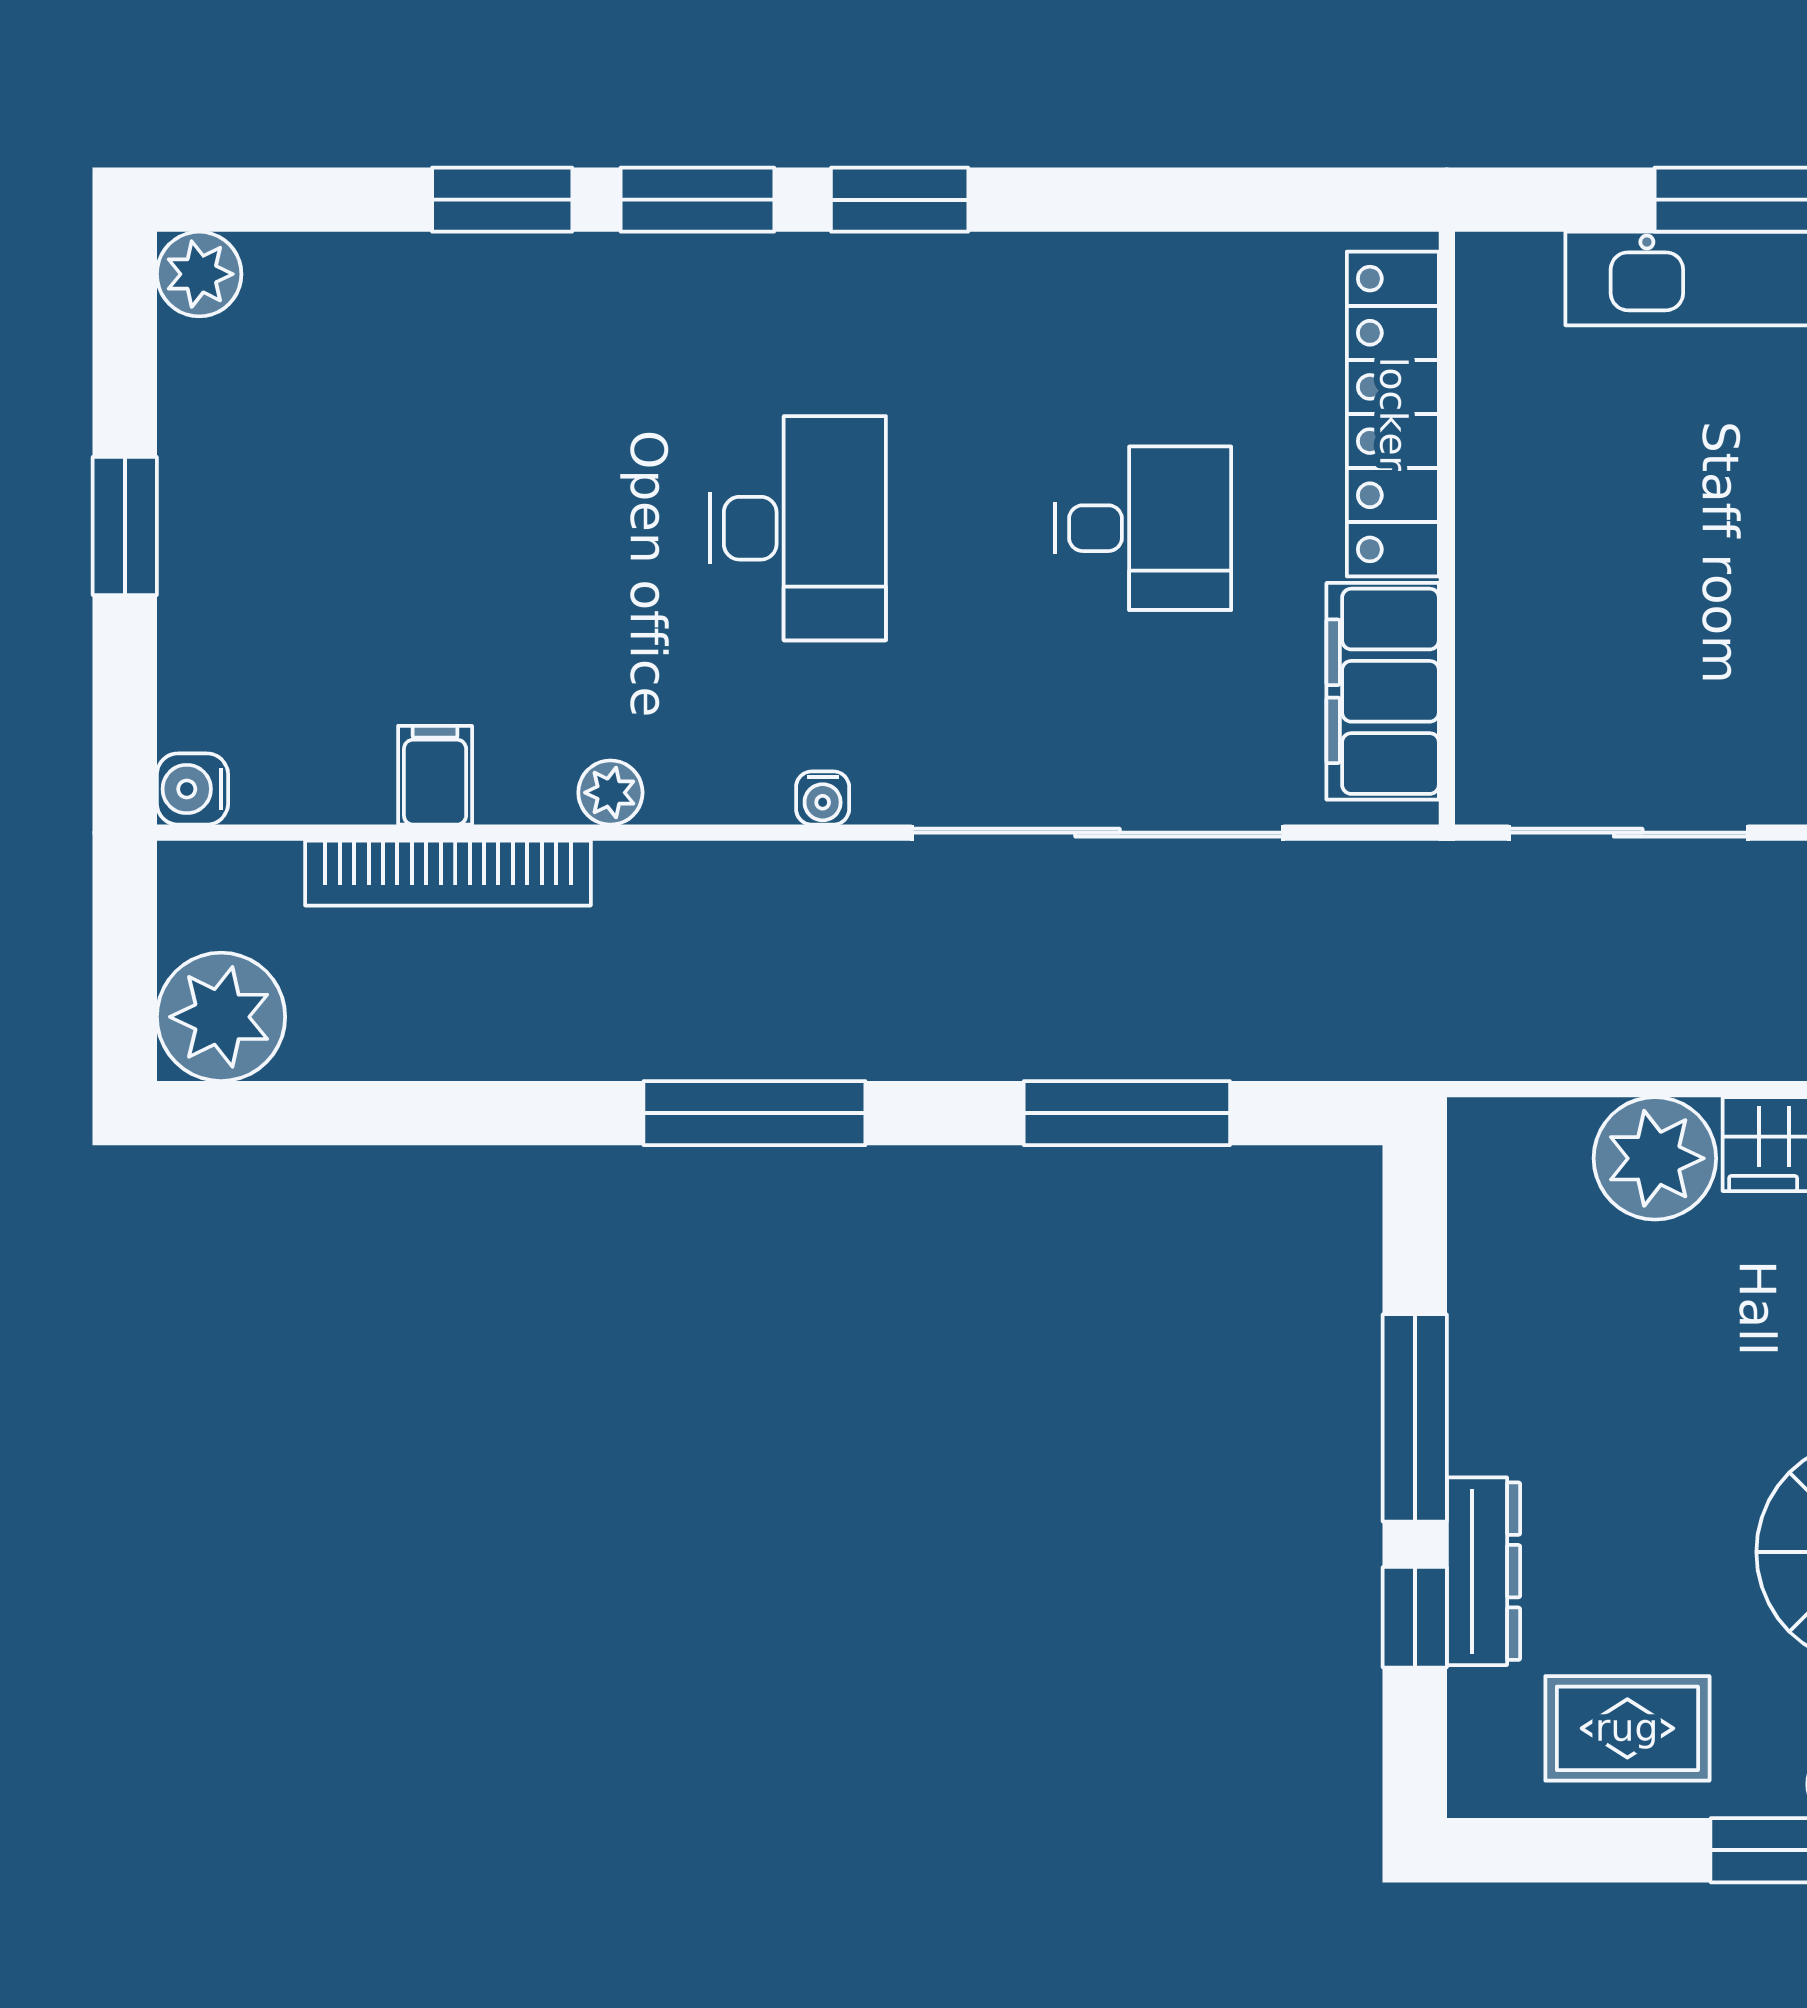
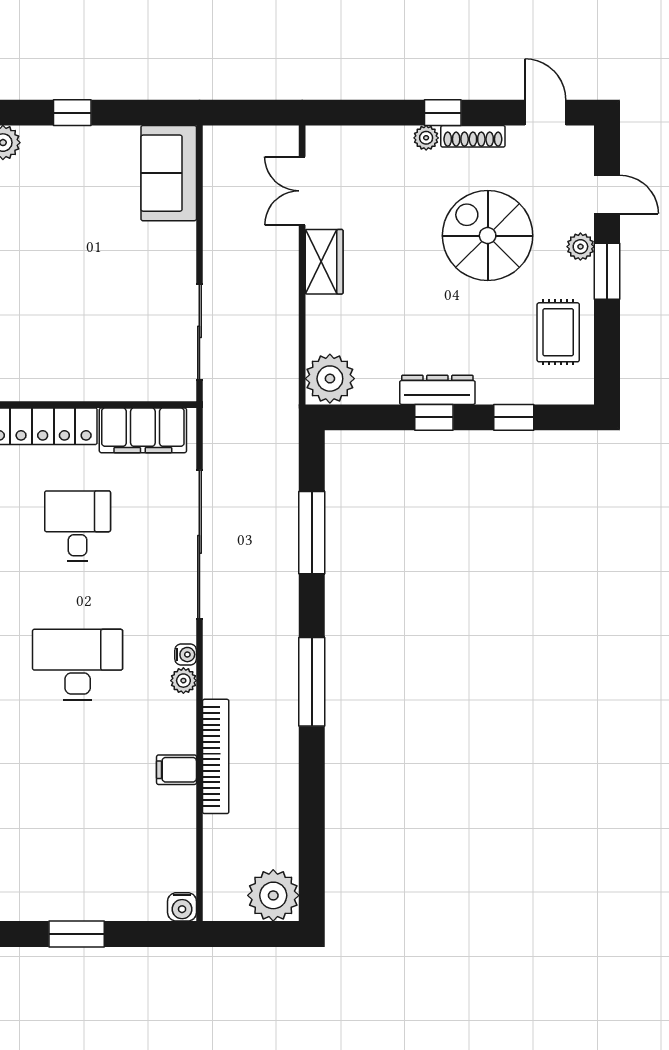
filing cabinet: (435, 775) -> (177, 770), moved
plant: (610, 793) -> (183, 681), moved
bookcase: (448, 873) -> (216, 756), moved
plant: (1655, 1158) -> (330, 379), moved
window: (1415, 1418) -> (434, 417), width x0.46
dresser: (1484, 1571) -> (437, 390), moved

